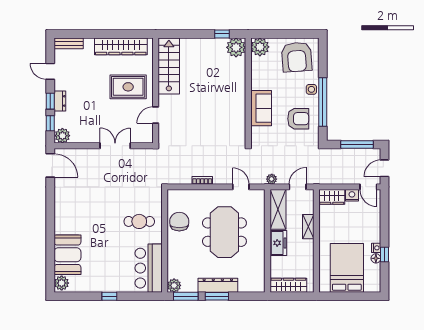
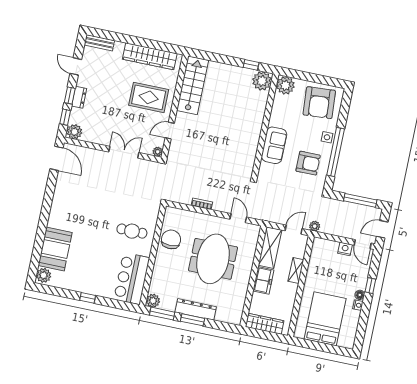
plant: (148, 138) -> (158, 152), added
plant: (272, 179) -> (315, 226), moved
wardrobe: (332, 197) -> (325, 246), removed
window: (384, 255) -> (370, 286), moved
floor lamp: (376, 258) -> (360, 295), moved

